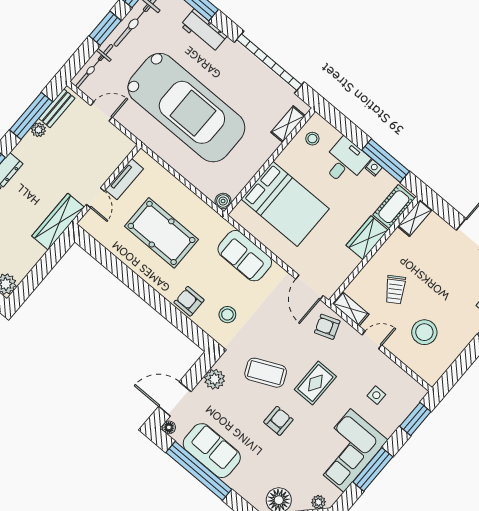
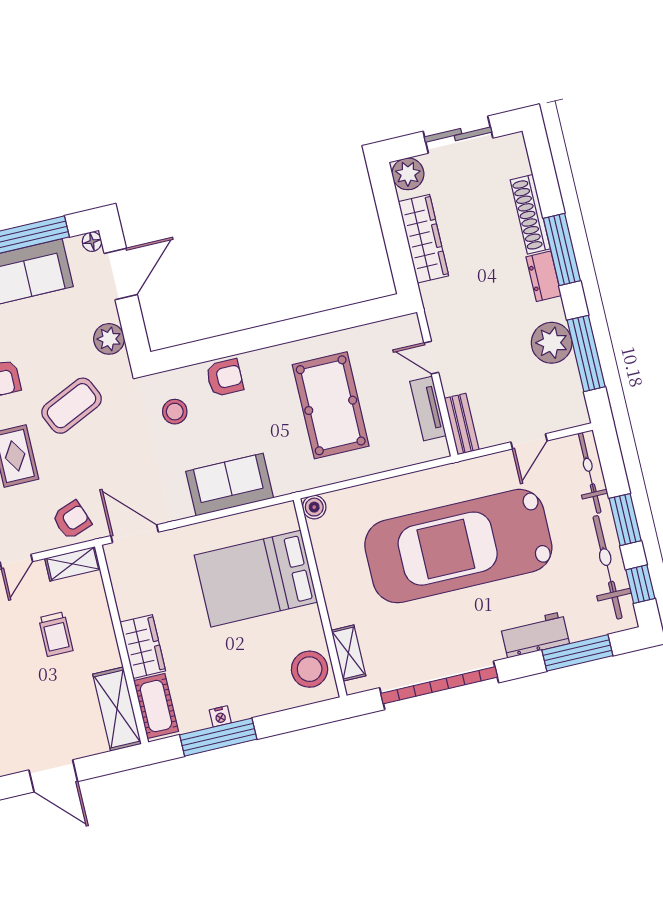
bench: (57, 108) -> (462, 424), moved
plant: (38, 130) -> (552, 343), width x1.88, depth x1.88
stool: (312, 139) -> (310, 669), width x1.89, depth x1.89
desk: (345, 162) -> (253, 688), removed
shelving: (415, 218) -> (117, 709), width x1.50, depth x1.33
wardrobe: (58, 222) -> (423, 239), moved
pool table: (162, 233) -> (331, 405), turned 90
trolley: (395, 290) -> (56, 634), turned -147

